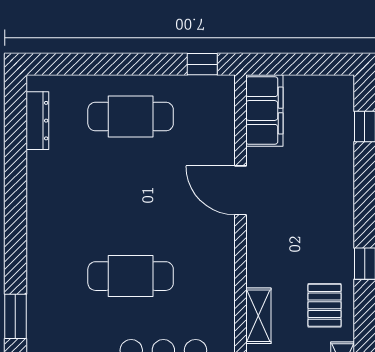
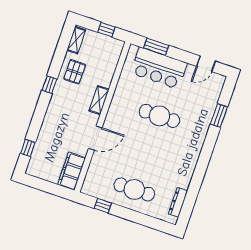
window: (202, 64) -> (103, 206), moved
door: (240, 190) -> (95, 138), hinge flipped
shelving: (258, 316) -> (99, 100), moved

